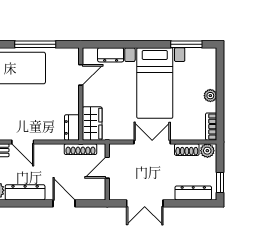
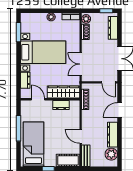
wardrobe: (92, 124) -> (63, 92), width x1.50
dresser: (72, 127) -> (61, 105), moved
door: (23, 142) -> (81, 136), swing flipped
double door: (152, 142) -> (81, 64), moved
door: (107, 168) -> (109, 82), moved

